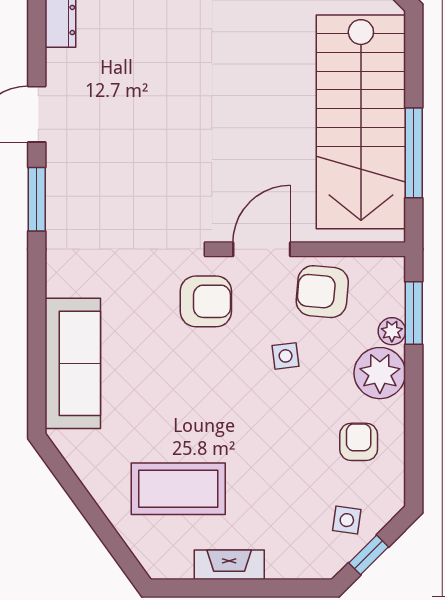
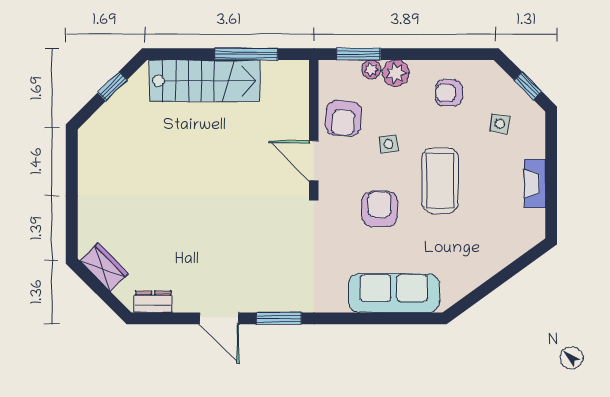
stairs: (361, 122) -> (205, 81), width x0.73, depth x0.66
armchair: (206, 301) -> (379, 209), moved
plant: (380, 373) -> (396, 73), width x0.73, depth x0.73
coffee table: (178, 489) -> (440, 181), moved
side table: (347, 520) -> (500, 124), moved

